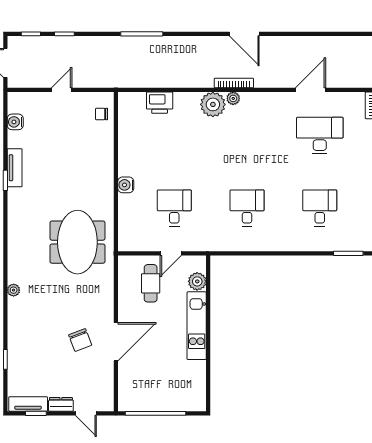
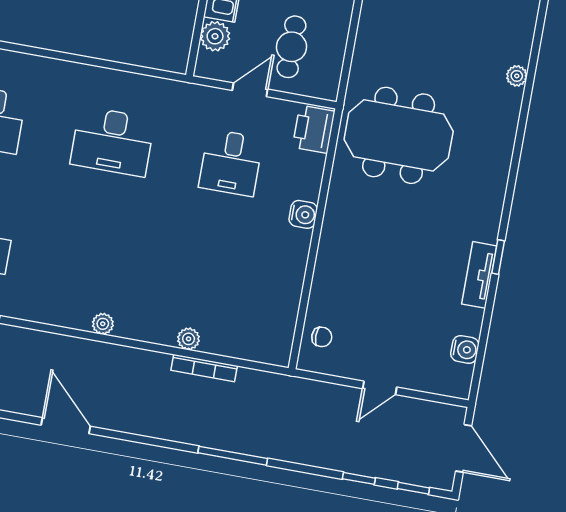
bookcase: (234, 83) -> (204, 368), moved
printer: (160, 103) -> (314, 129), moved, turned -90
plant: (213, 104) -> (189, 339), moved, width x0.53, depth x0.53
desk: (247, 208) -> (112, 141), width x1.37
meeting table: (77, 242) -> (399, 135), turned 90

